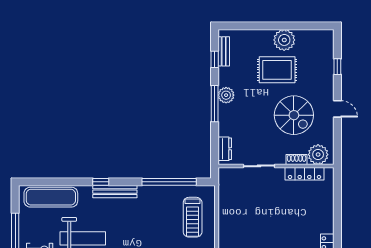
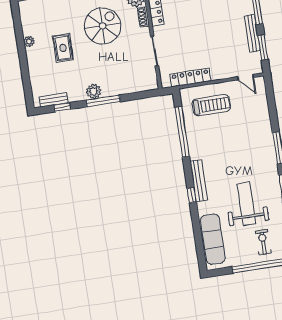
plant: (284, 40) -> (29, 41), width x0.53, depth x0.53
rug: (277, 70) -> (63, 48), width x0.73, depth x0.70
dresser: (225, 149) -> (143, 85), removed
locker: (225, 200) -> (190, 77), added

